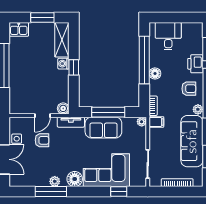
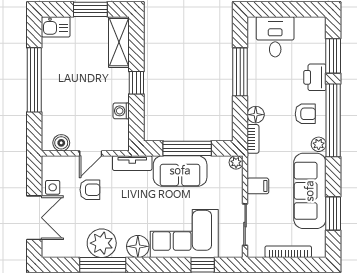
window: (144, 60) -> (240, 72), width x0.68
washing machine: (63, 64) -> (121, 111), moved
floor lamp: (155, 73) -> (256, 115), moved
boiler: (63, 108) -> (61, 143), moved
filing cabinet: (156, 122) -> (258, 186), moved
plant: (55, 181) -> (102, 243), width x1.88, depth x1.88

